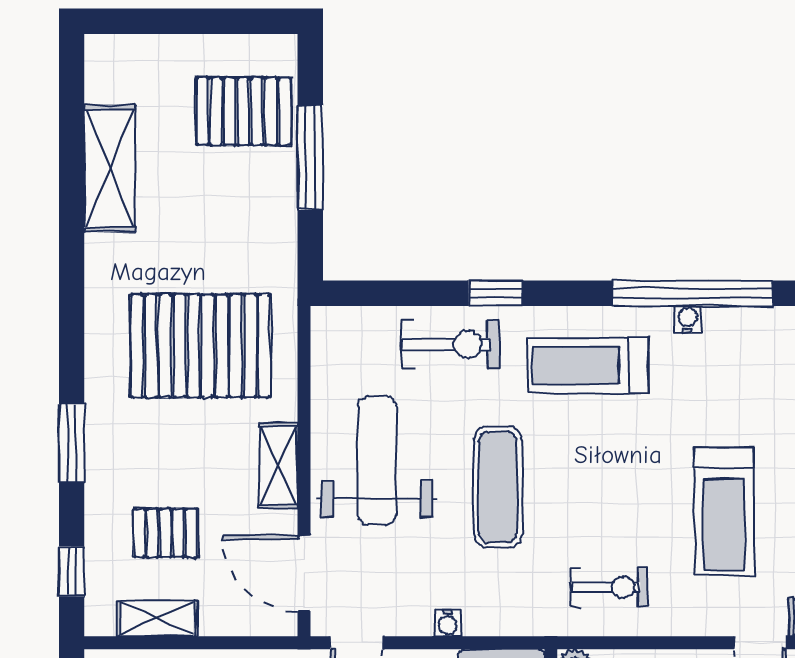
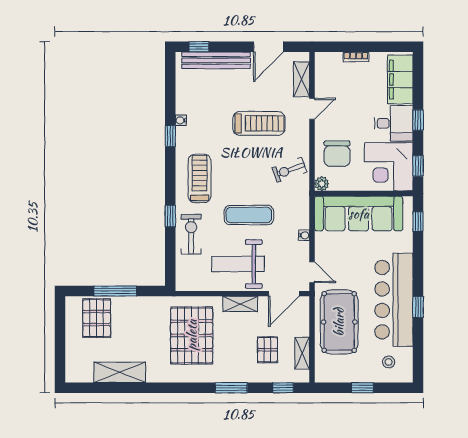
window: (693, 293) -> (170, 136), width x0.32
water cooler: (688, 319) -> (181, 120), moved
treadmill: (588, 365) -> (200, 178), turned 180
exercise bike: (609, 587) -> (289, 170), turned -110

